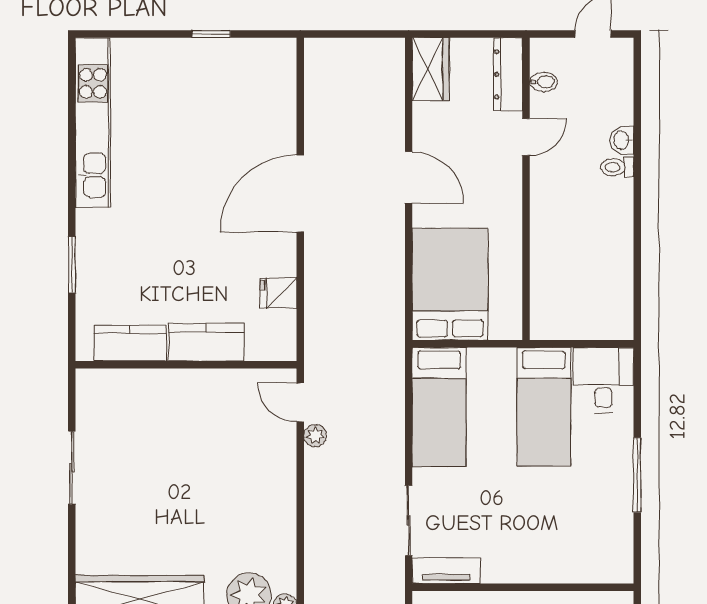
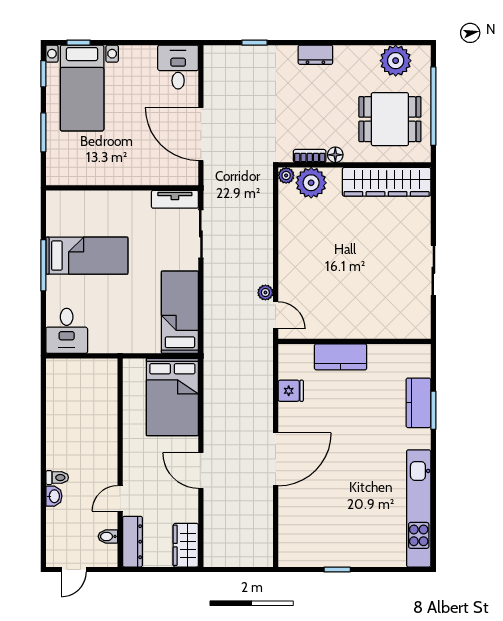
kitchen counter: (130, 343) -> (418, 403), moved, turned 90
bed: (544, 407) -> (87, 256), moved, turned 90

